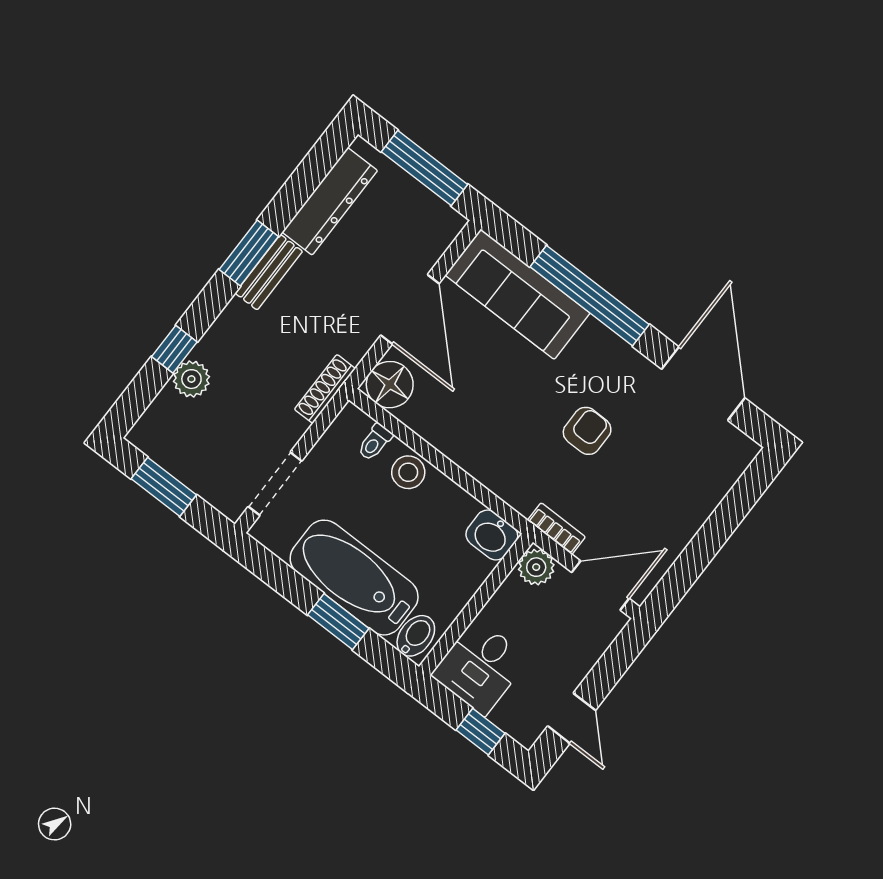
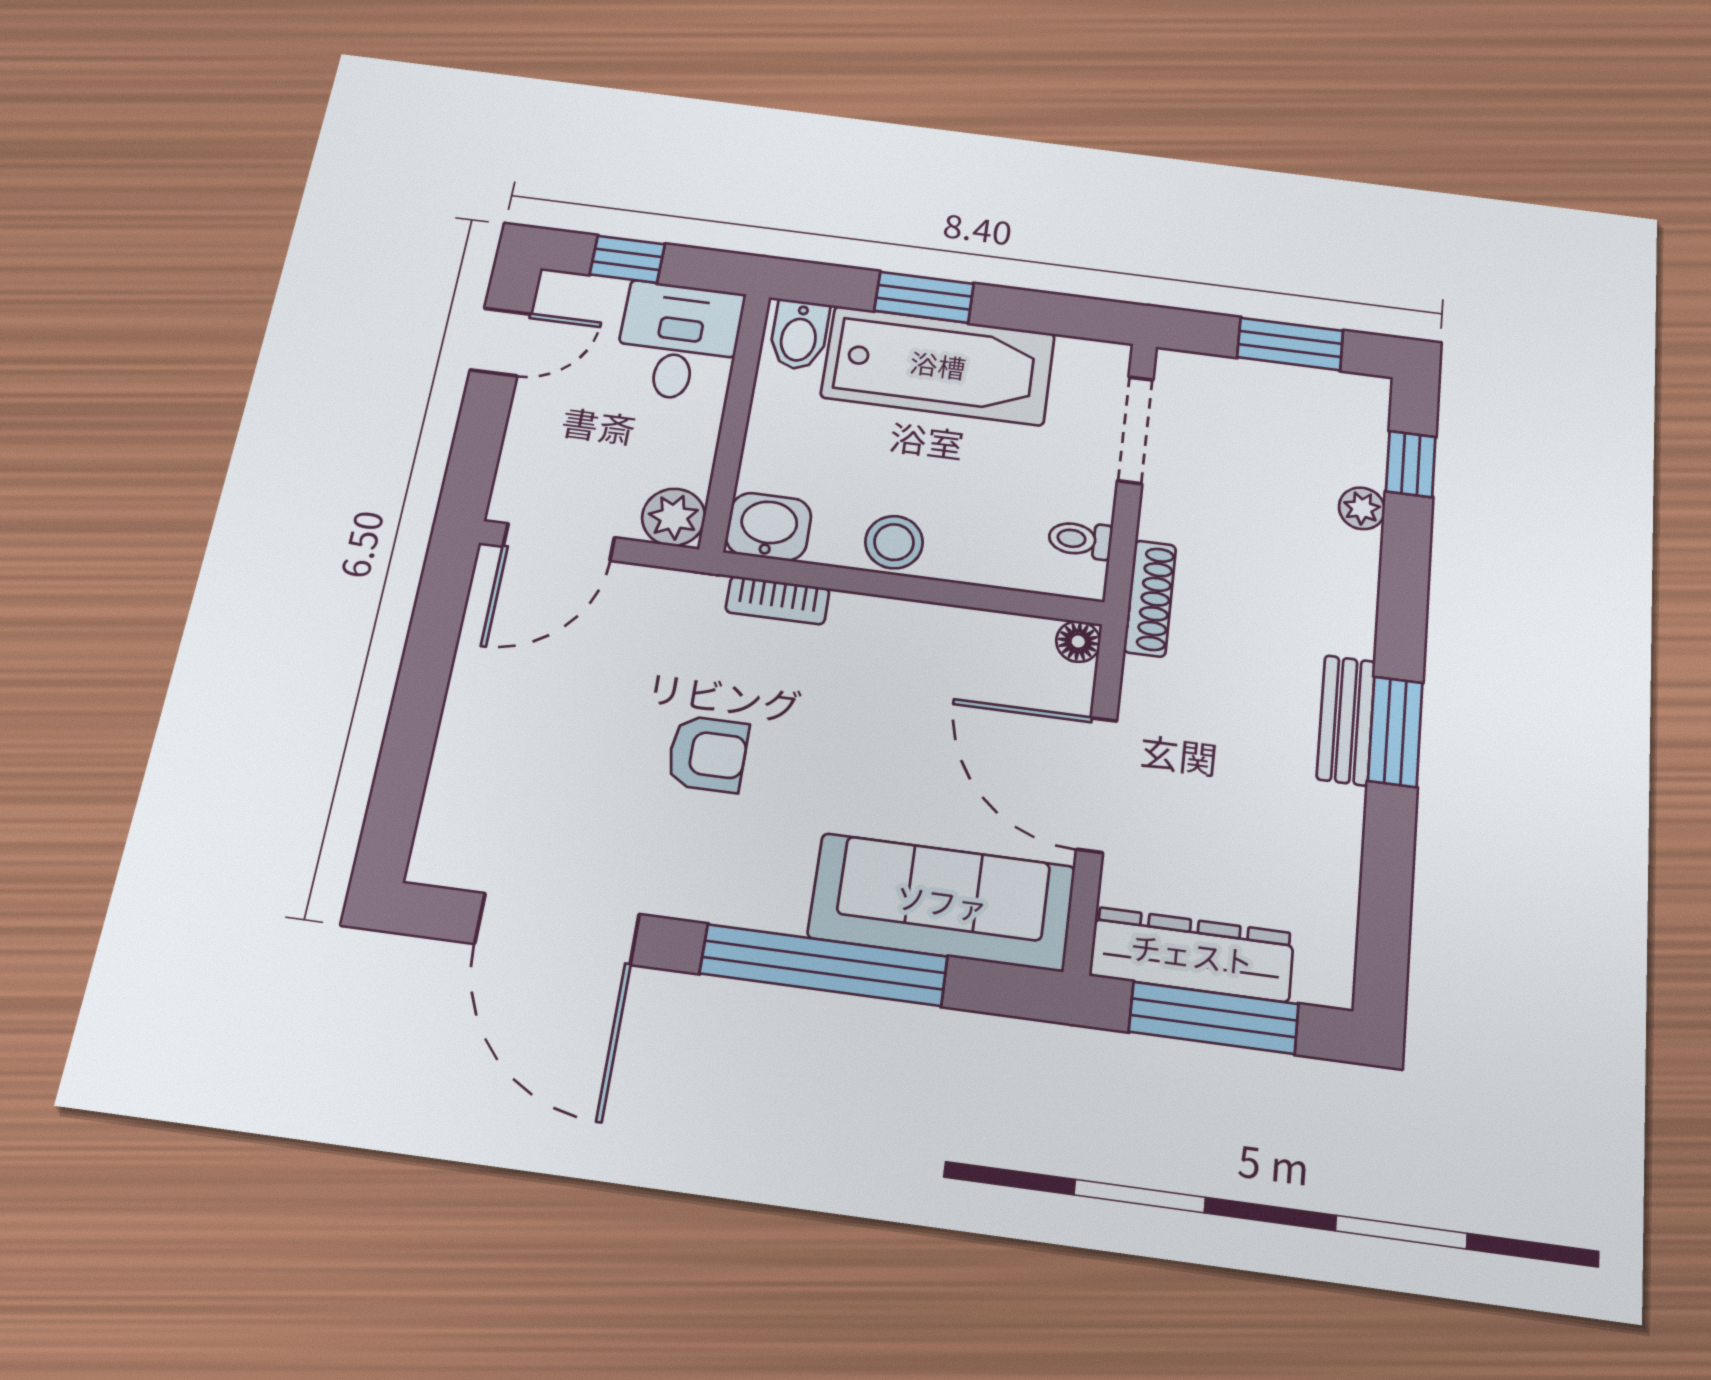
dresser: (330, 201) -> (1192, 954), moved, turned 90
window: (174, 349) -> (1411, 464), moved
plant: (191, 379) -> (1362, 508), width x0.73, depth x0.73
floor lamp: (390, 385) -> (1078, 641), width x0.53, depth x0.53
armchair: (587, 431) -> (708, 754), turned -90
toilet: (375, 442) -> (1080, 539), moved, turned -90
stool: (408, 472) -> (894, 542), moved
bookcase: (556, 529) -> (777, 600), moved
door: (572, 718) -> (501, 342), swing flipped

